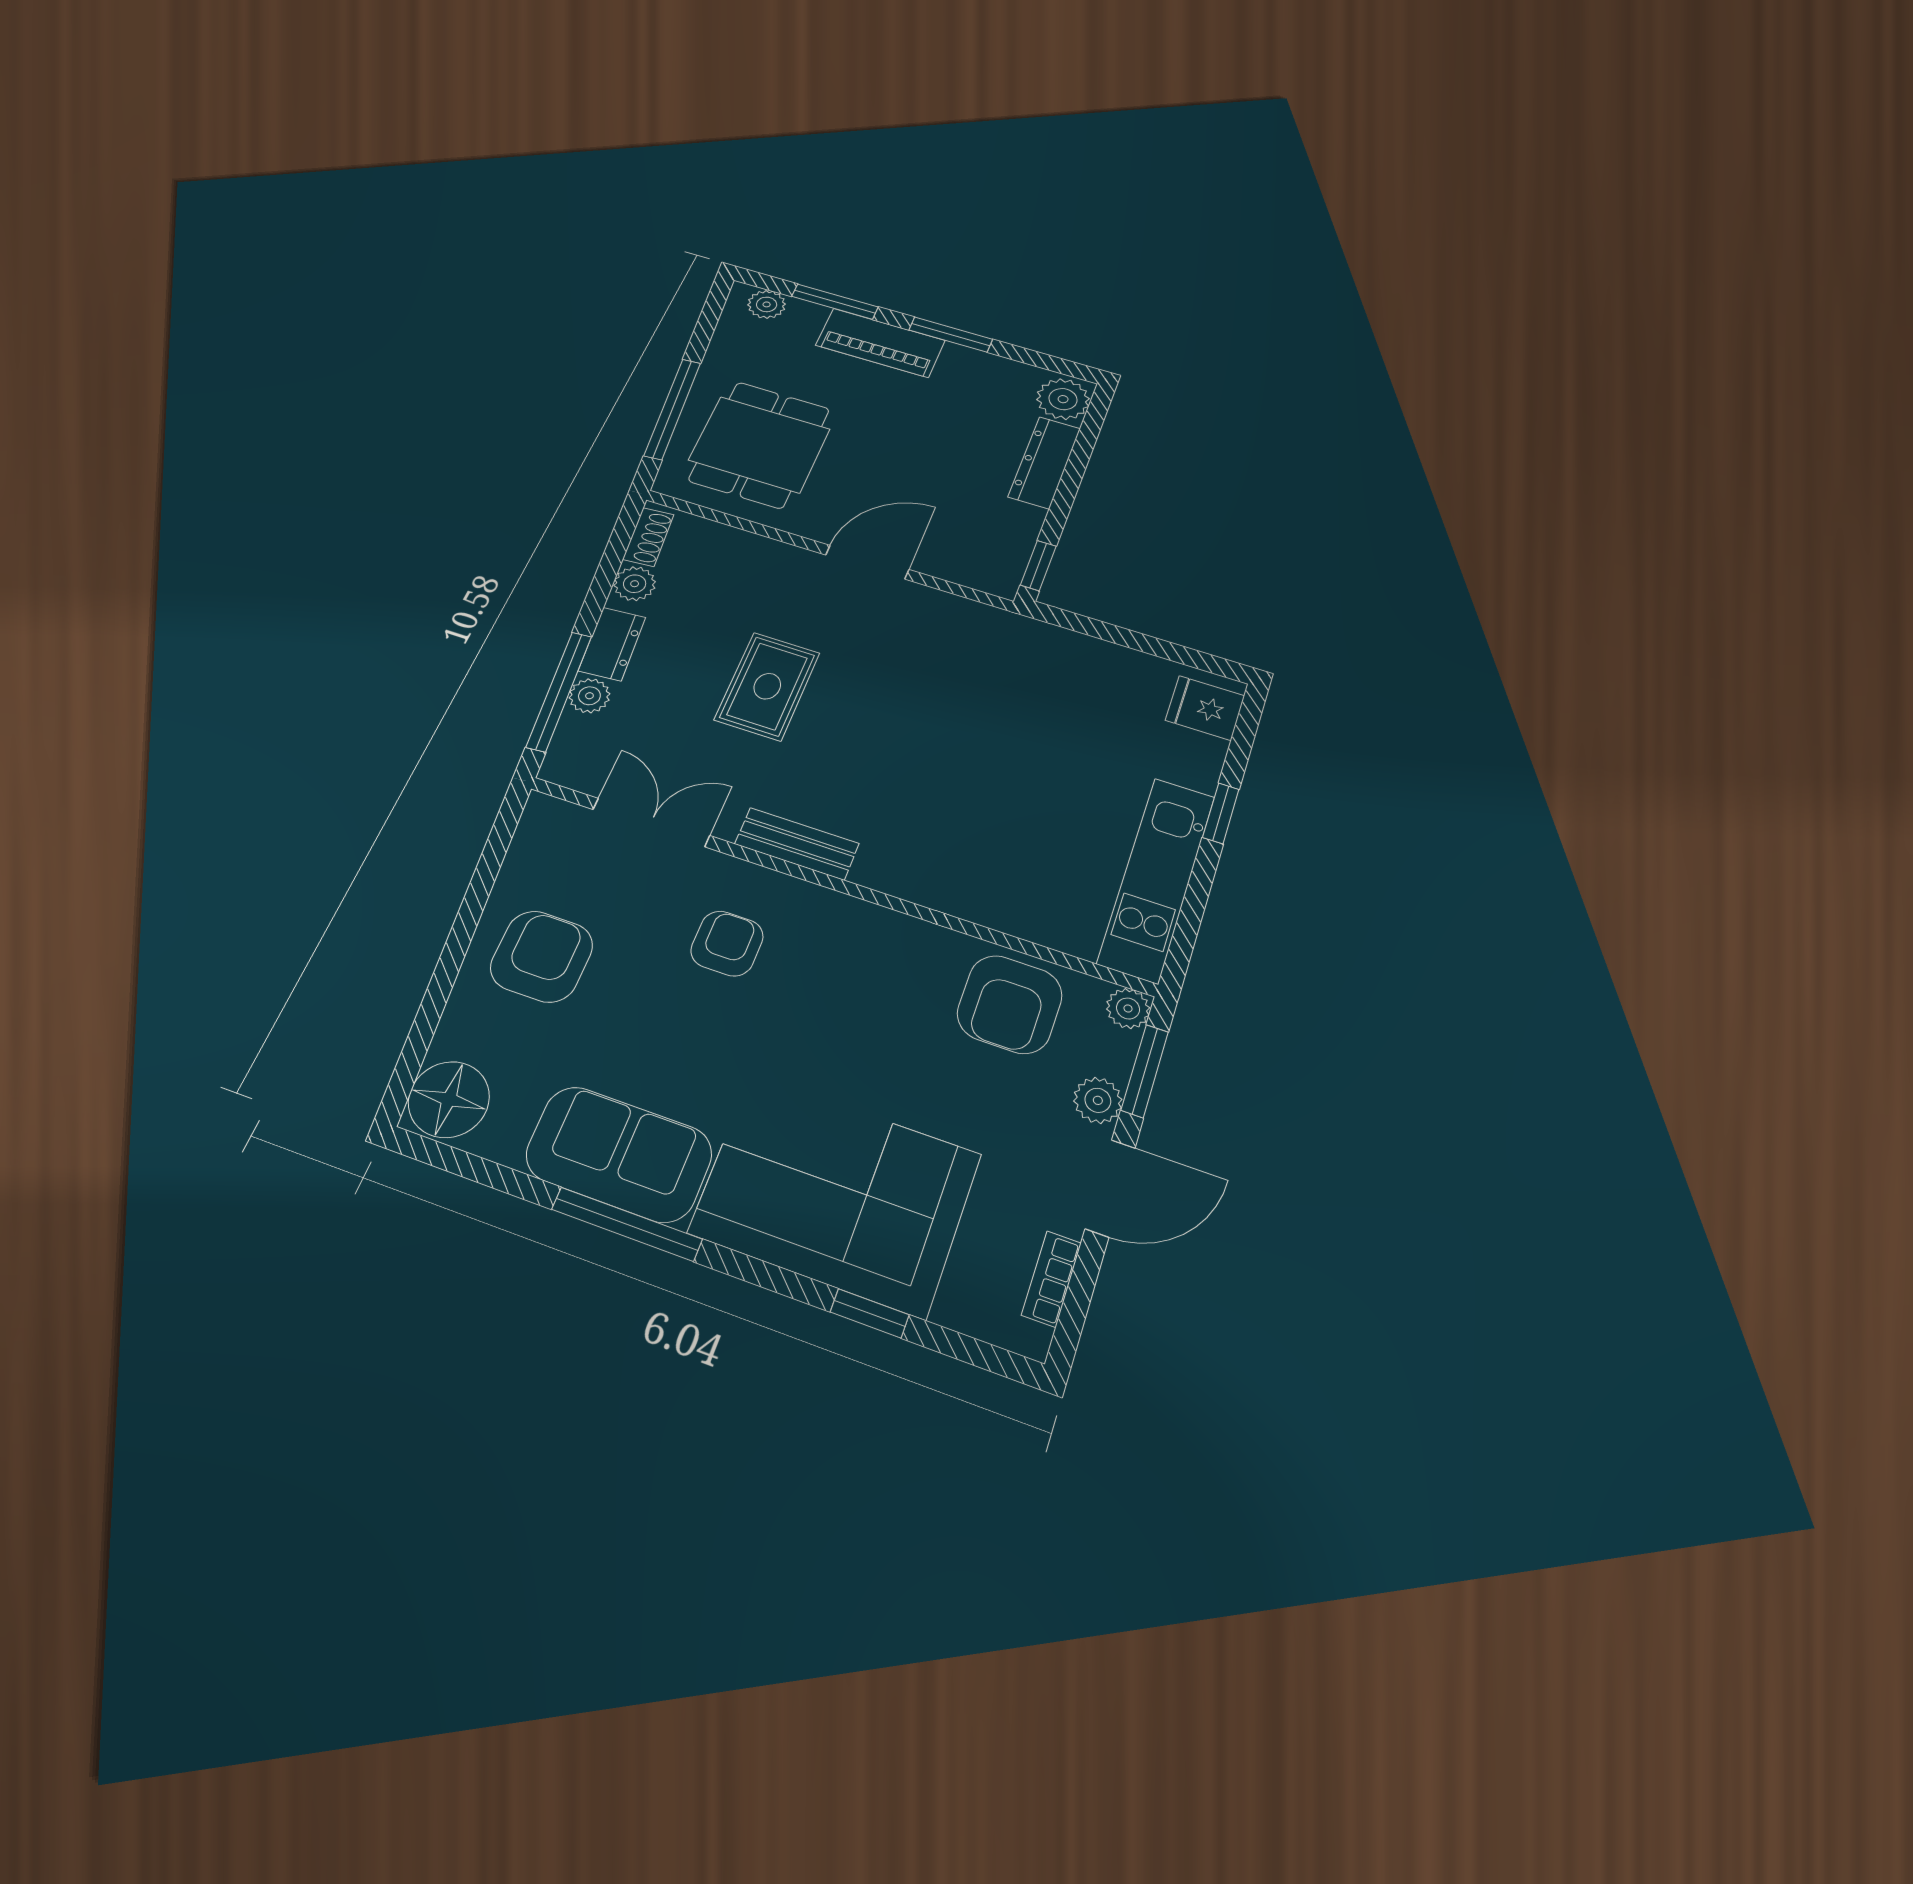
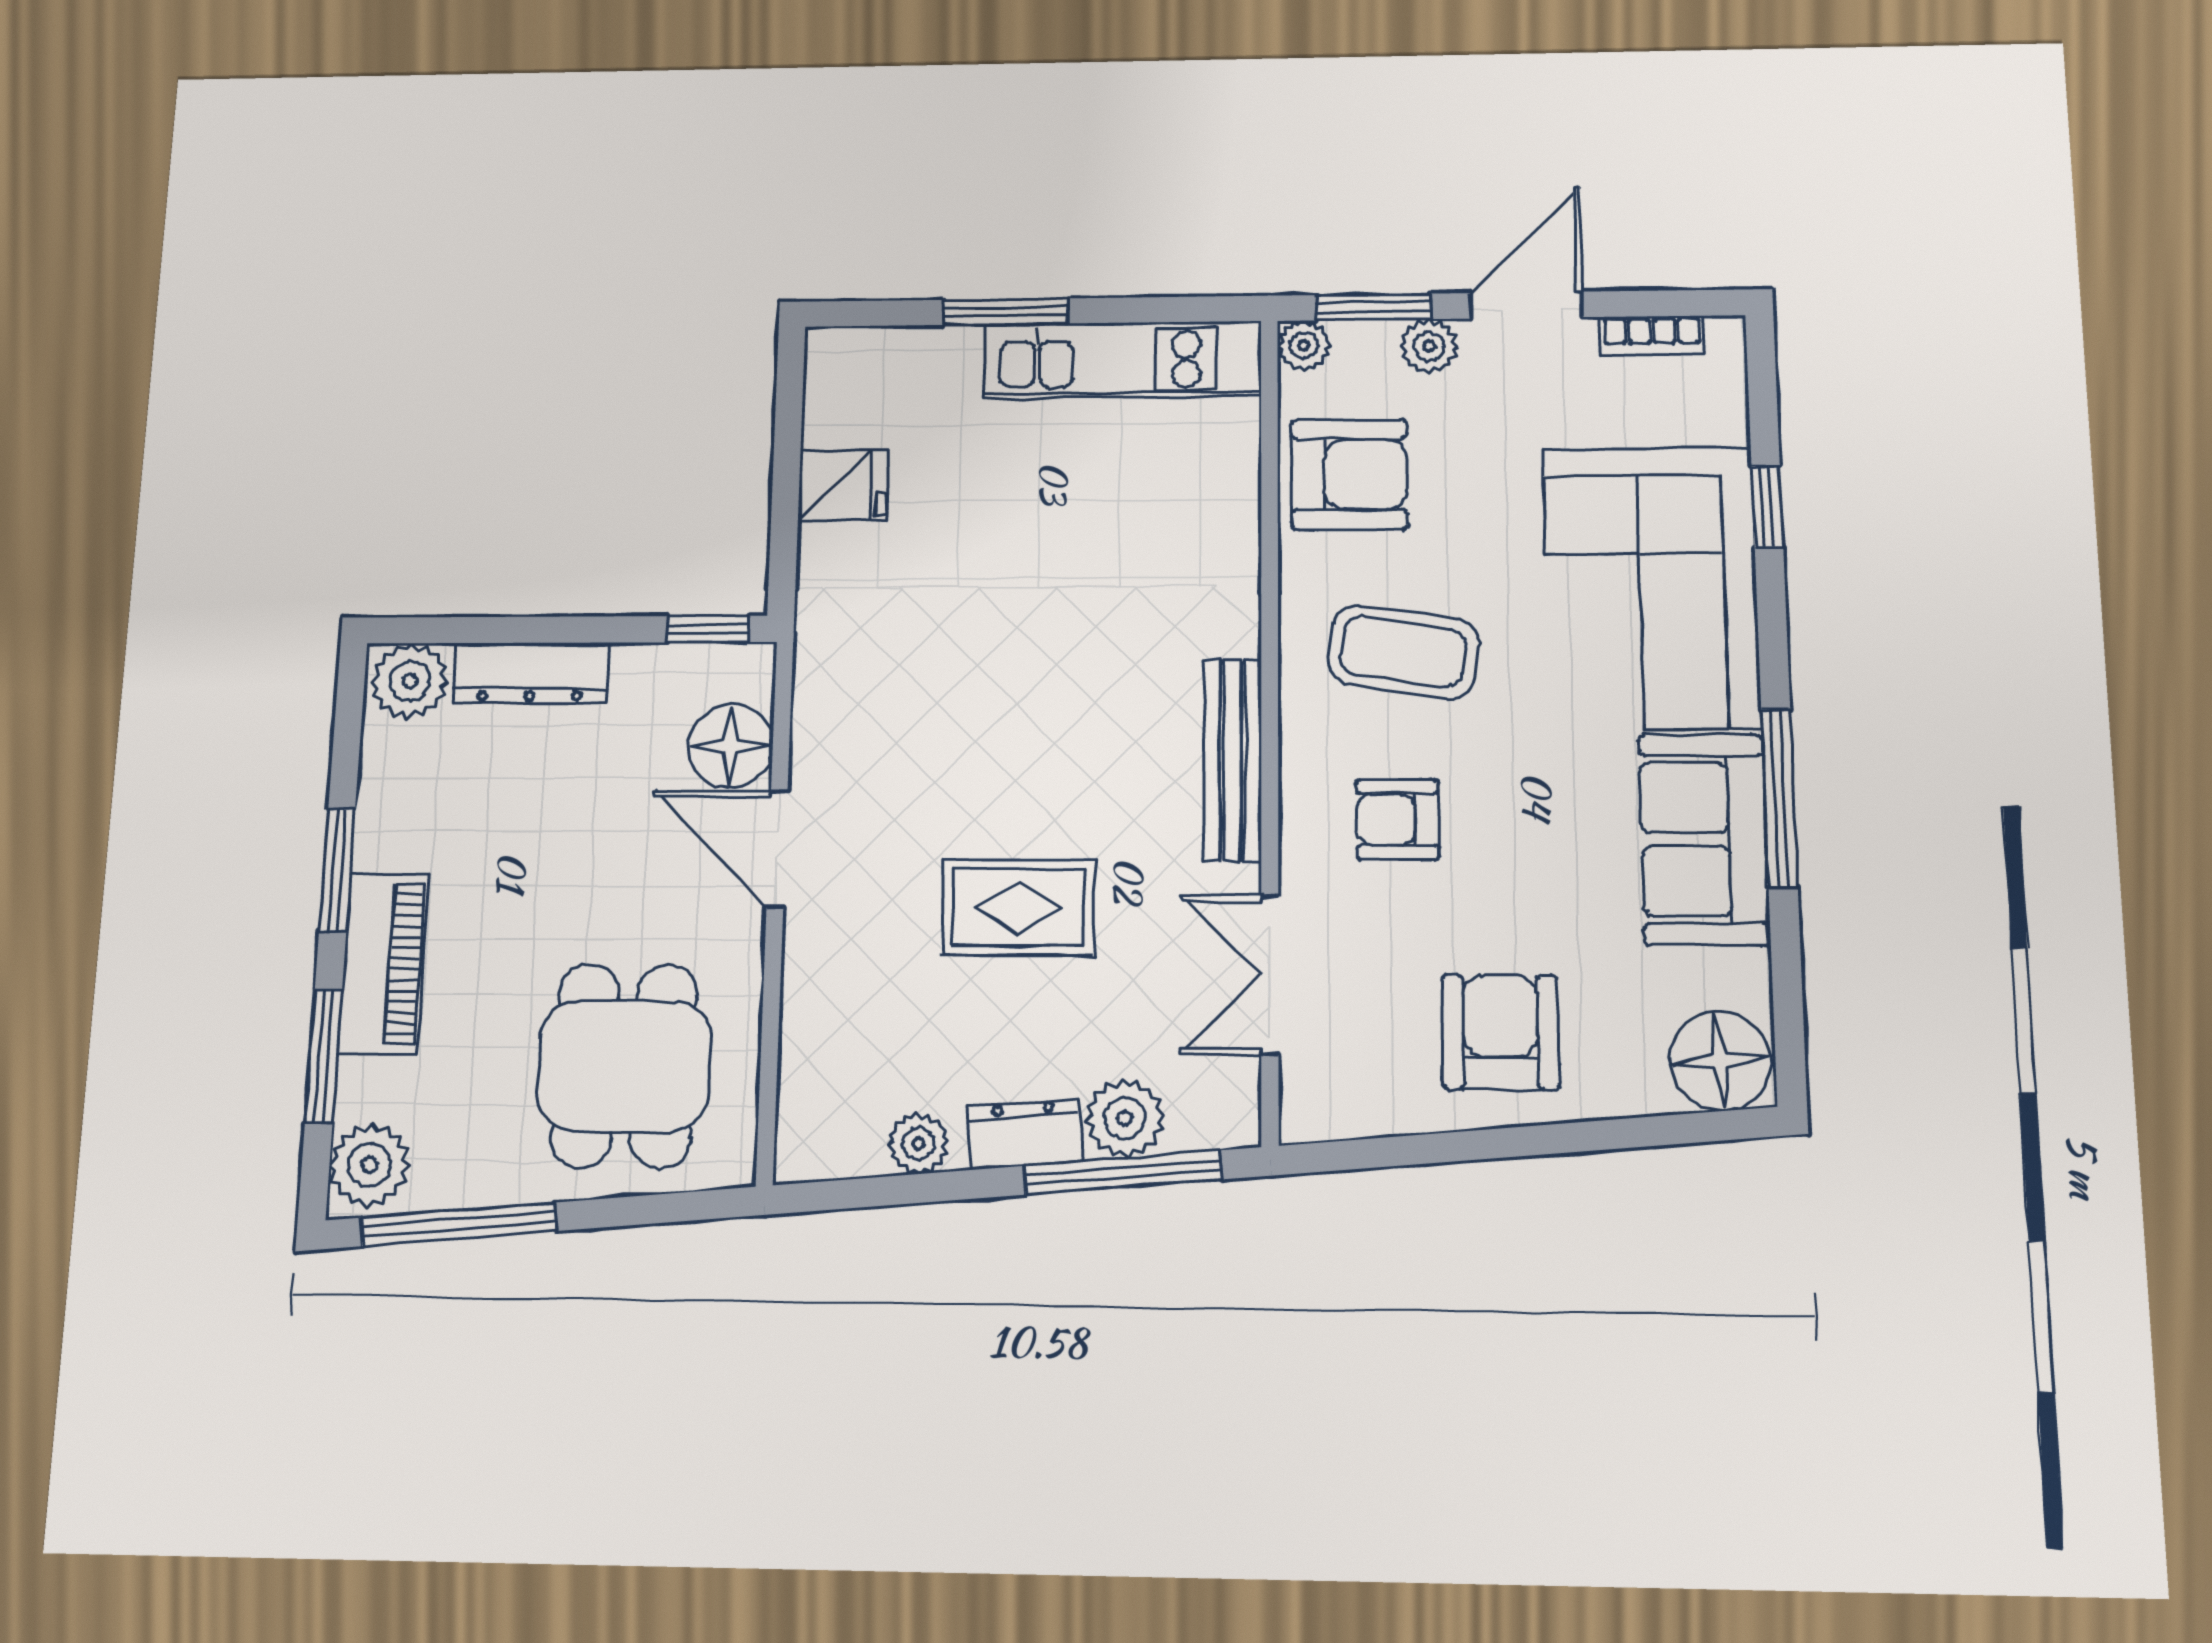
plant: (767, 304) -> (369, 1165), width x1.38, depth x1.38
window: (672, 409) -> (458, 1224), moved
dining table: (760, 444) -> (624, 1066), turned 90
shoe rack: (648, 537) -> (835, 1157), removed
floor lamp: (950, 556) -> (731, 746), added
plant: (589, 696) -> (1125, 1118), width x1.38, depth x1.38
fridge: (1205, 708) -> (843, 485), moved, turned -90
window: (1221, 813) -> (1005, 312), width x1.50
bench: (797, 844) -> (1232, 760), width x1.36
armchair: (542, 956) -> (1500, 1032), turned 90
coffee table: (853, 992) -> (1403, 652), added
door: (1110, 1188) -> (1526, 305), hinge flipped

